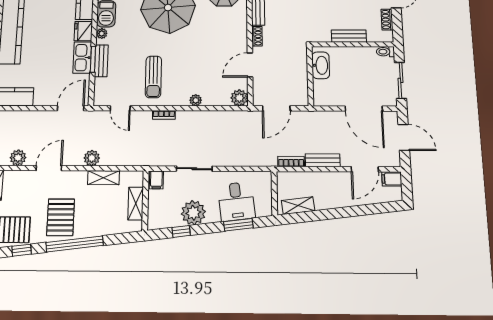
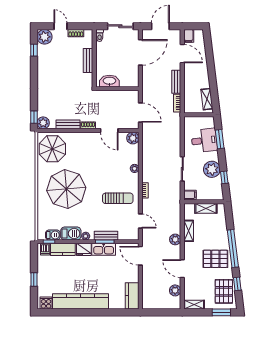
door: (120, 108) -> (140, 221), hinge flipped

